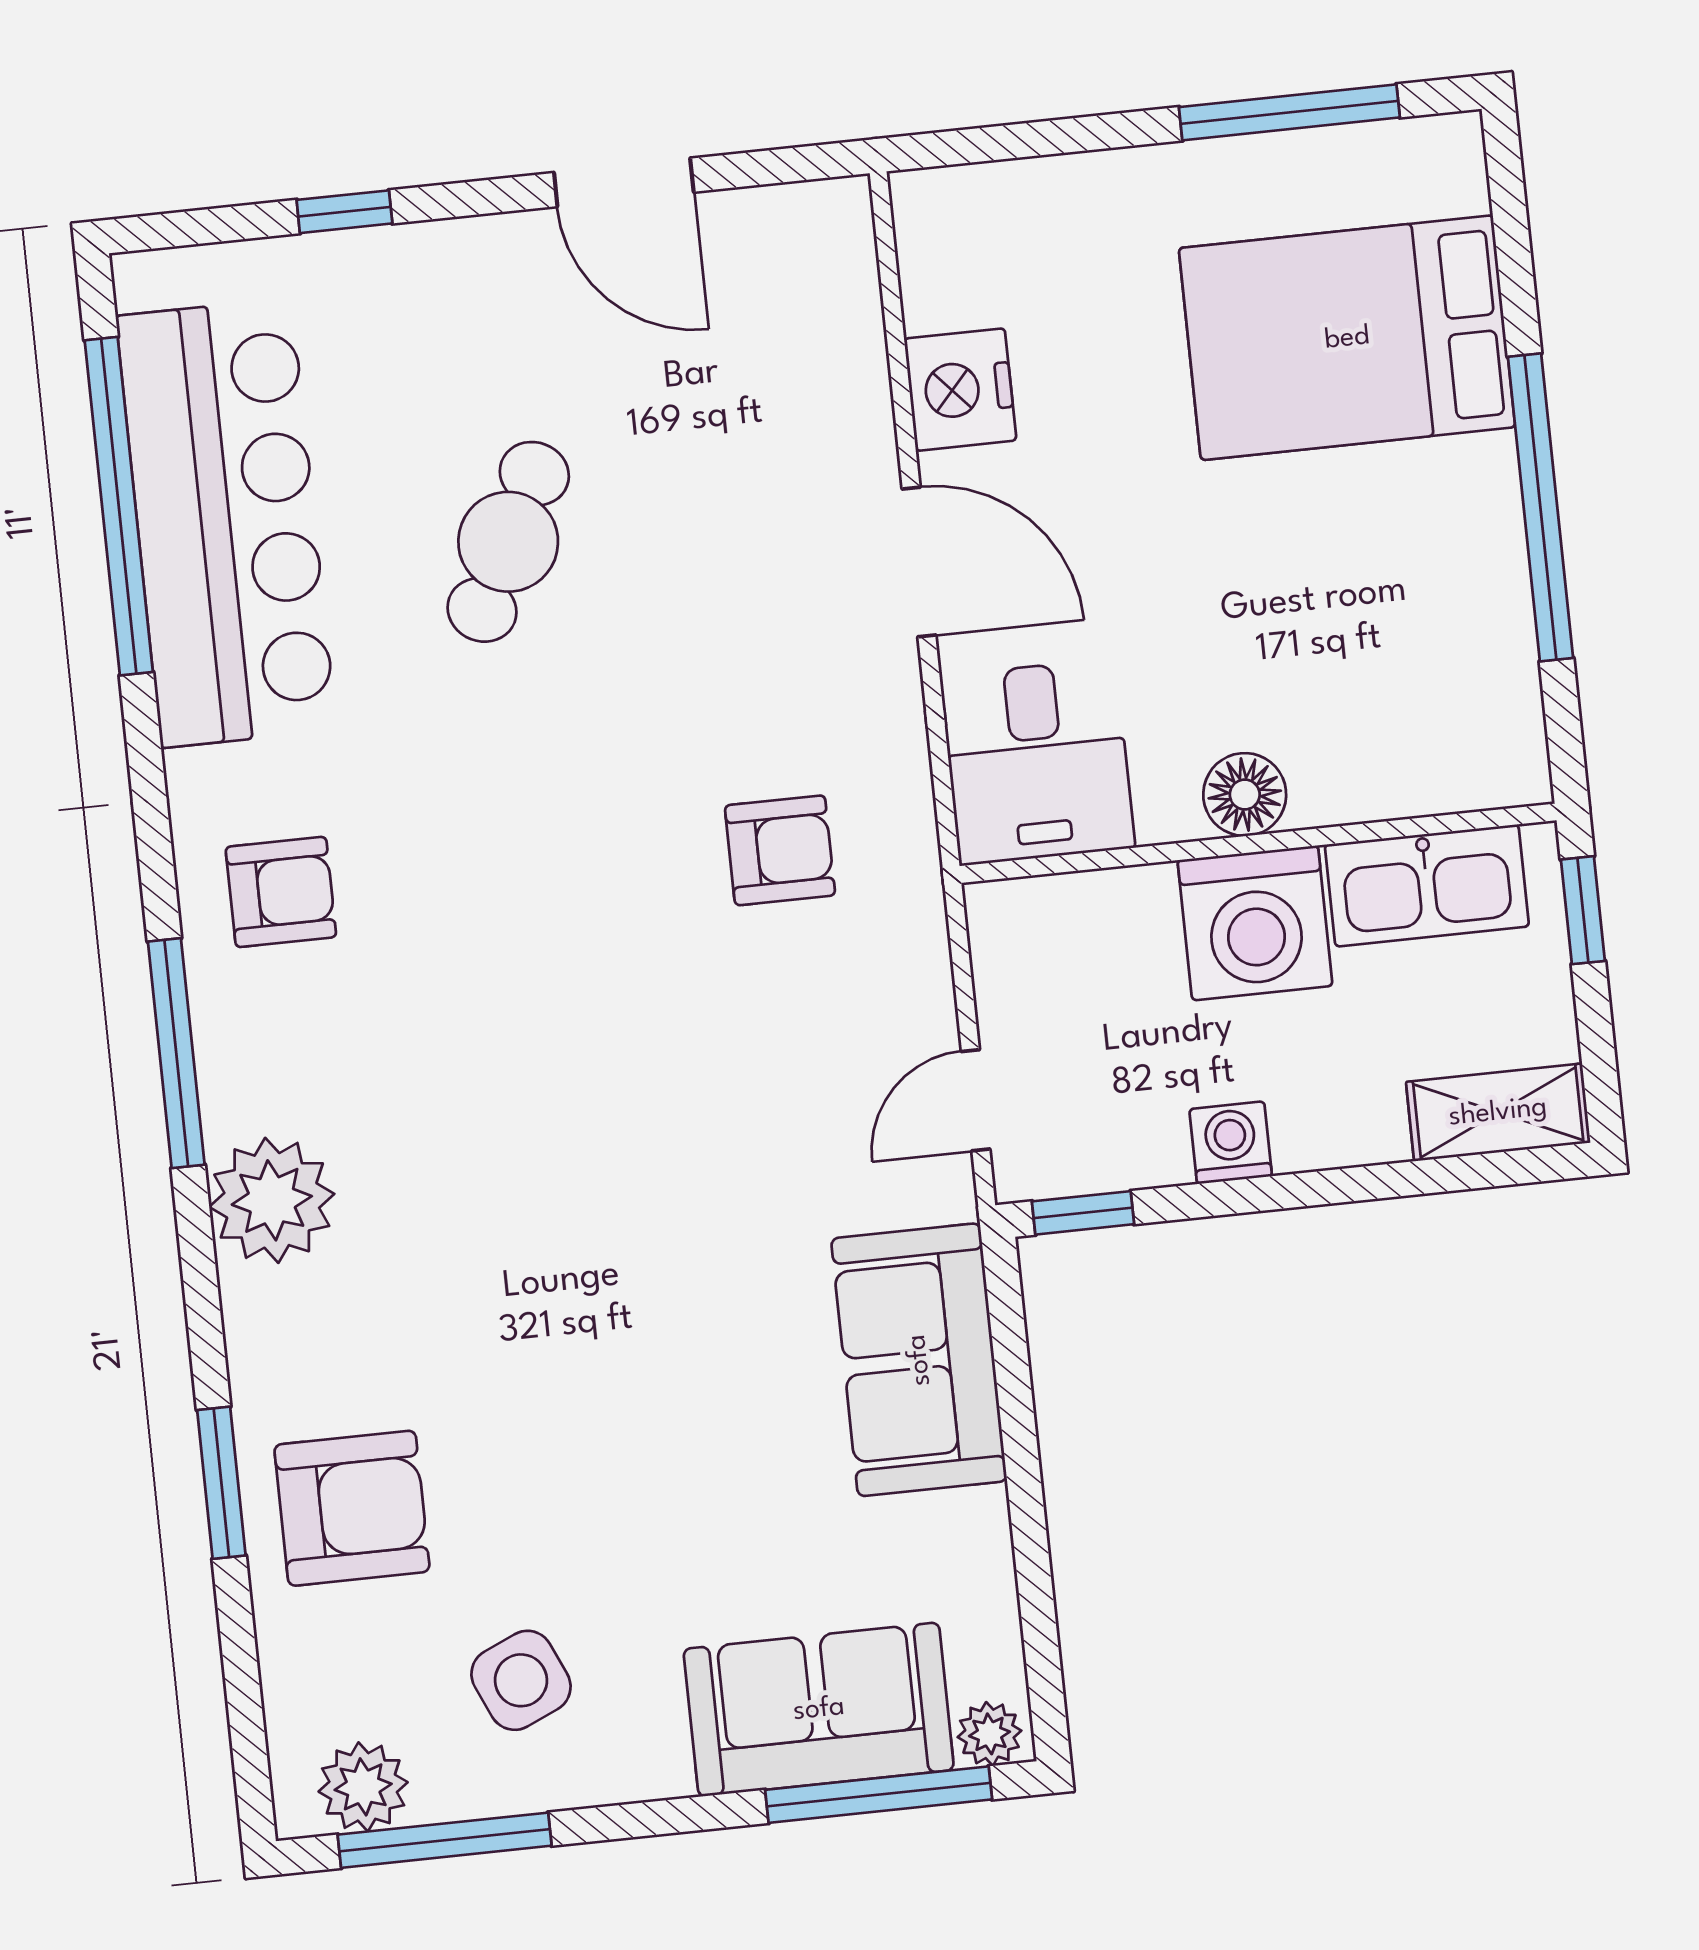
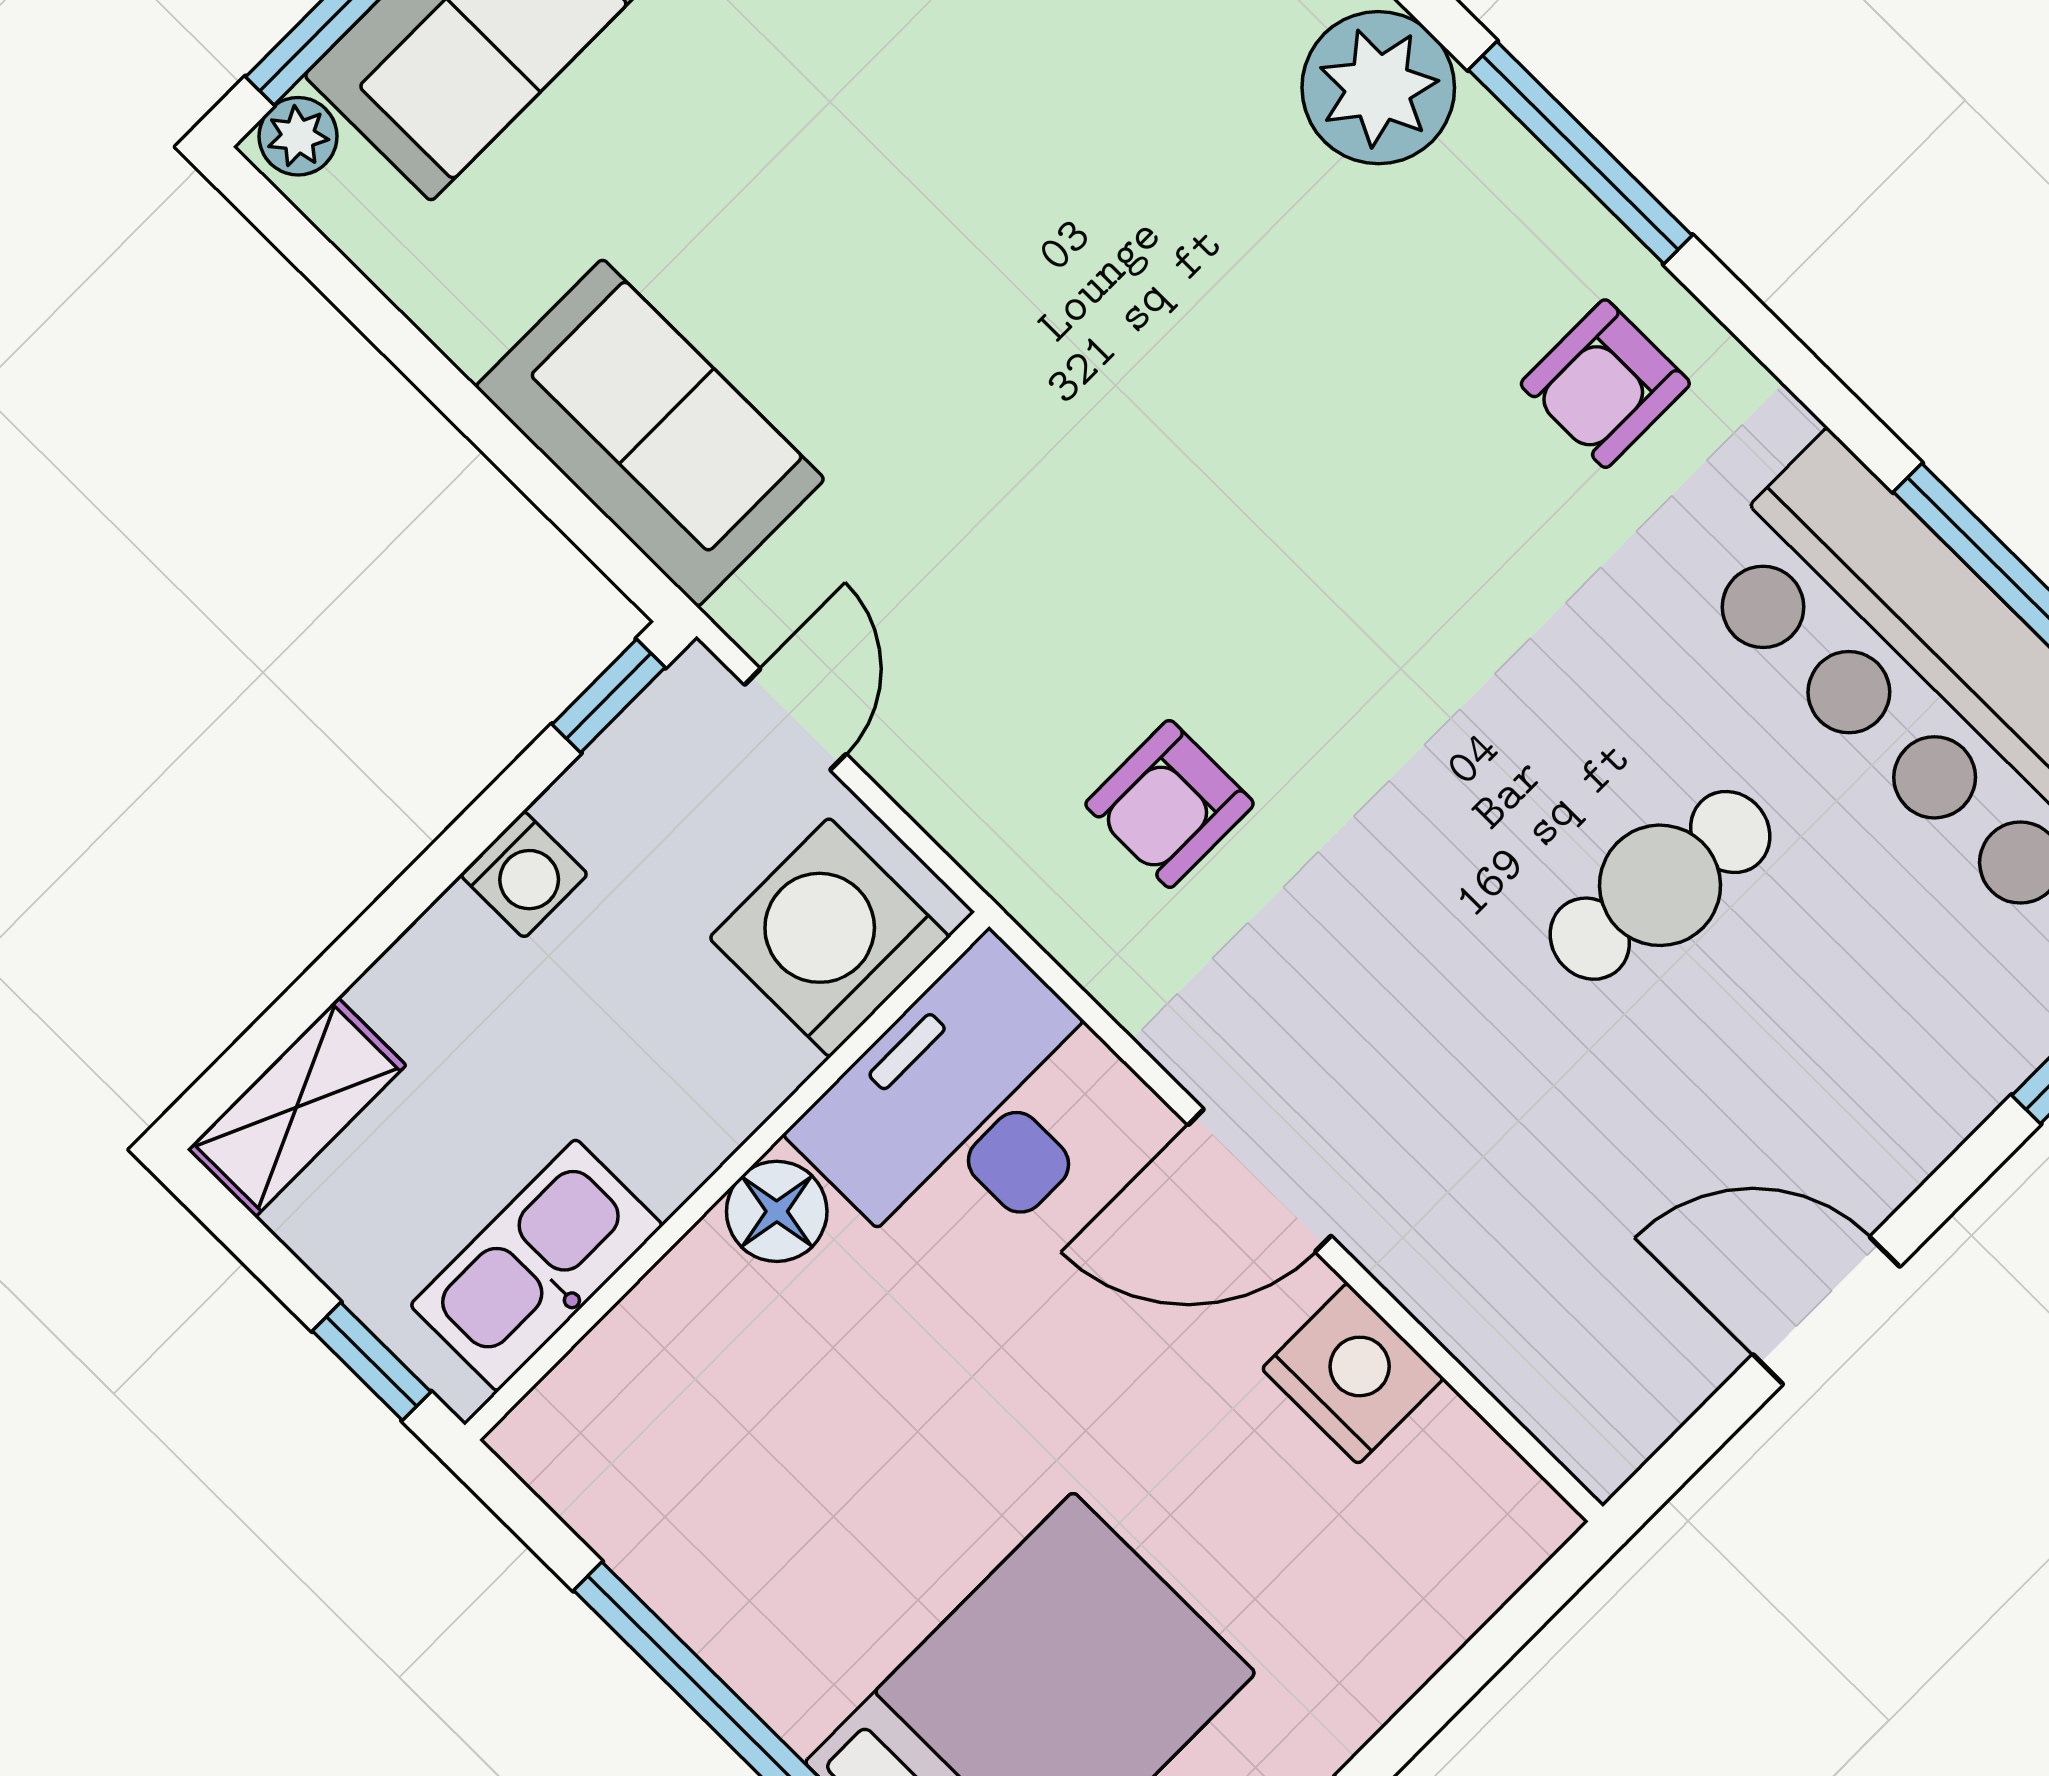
cafe table: (508, 542) -> (1660, 885), turned 71
desk: (1037, 762) -> (968, 1112), width x1.37
washing machine: (1255, 923) -> (829, 937), moved

